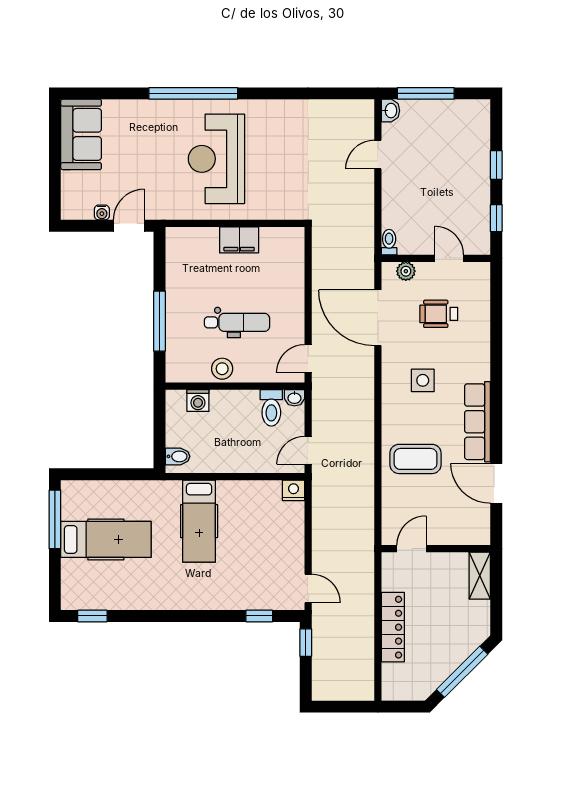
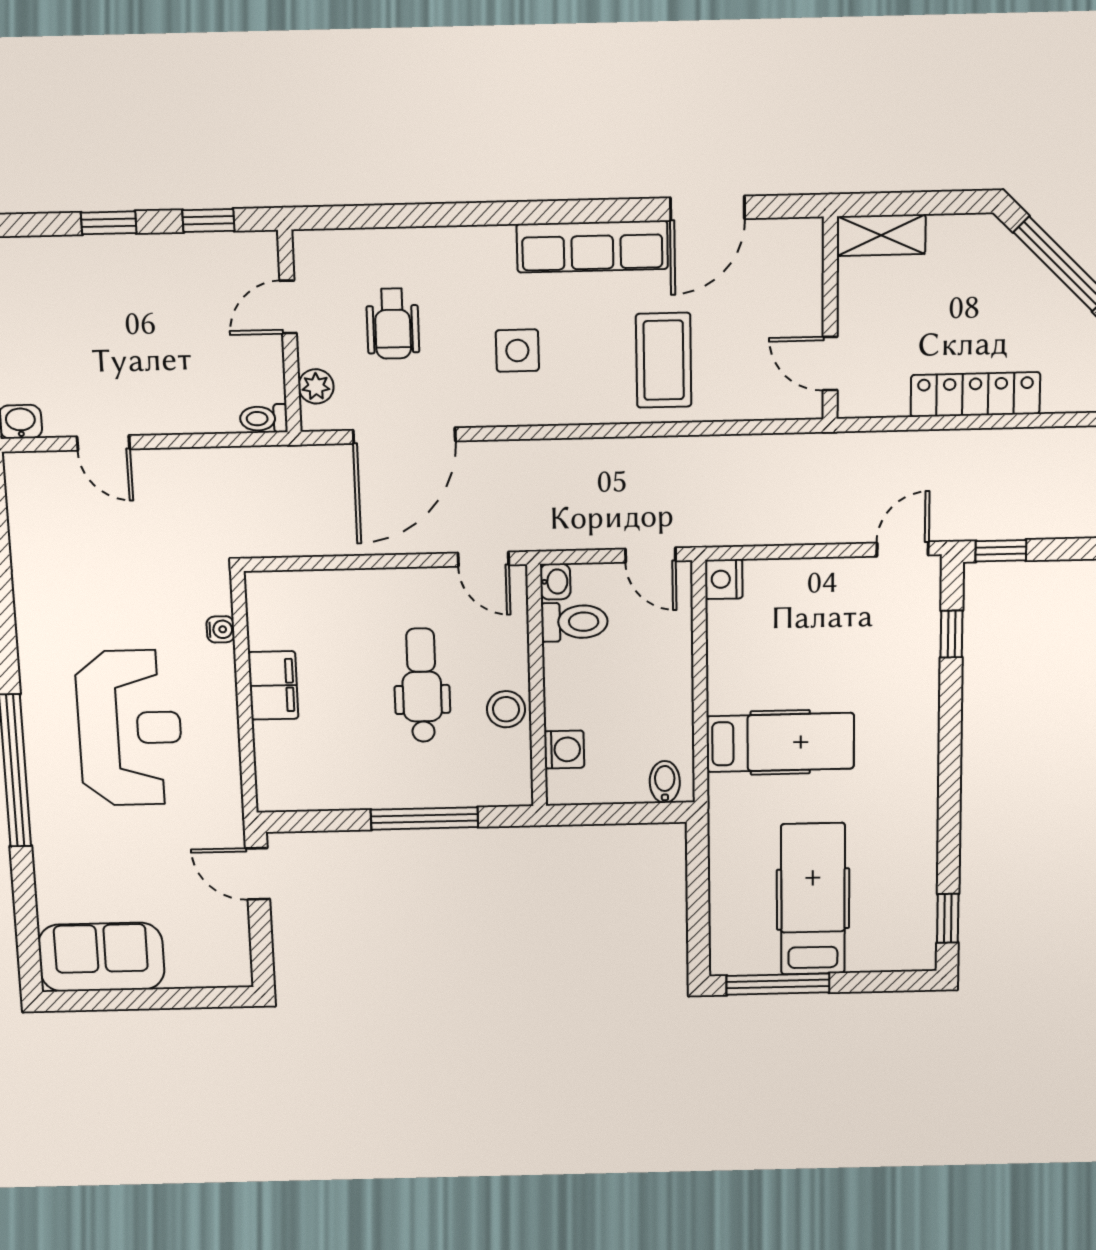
reception desk: (216, 159) -> (130, 728), turned -90
water cooler: (102, 212) -> (221, 629), moved

